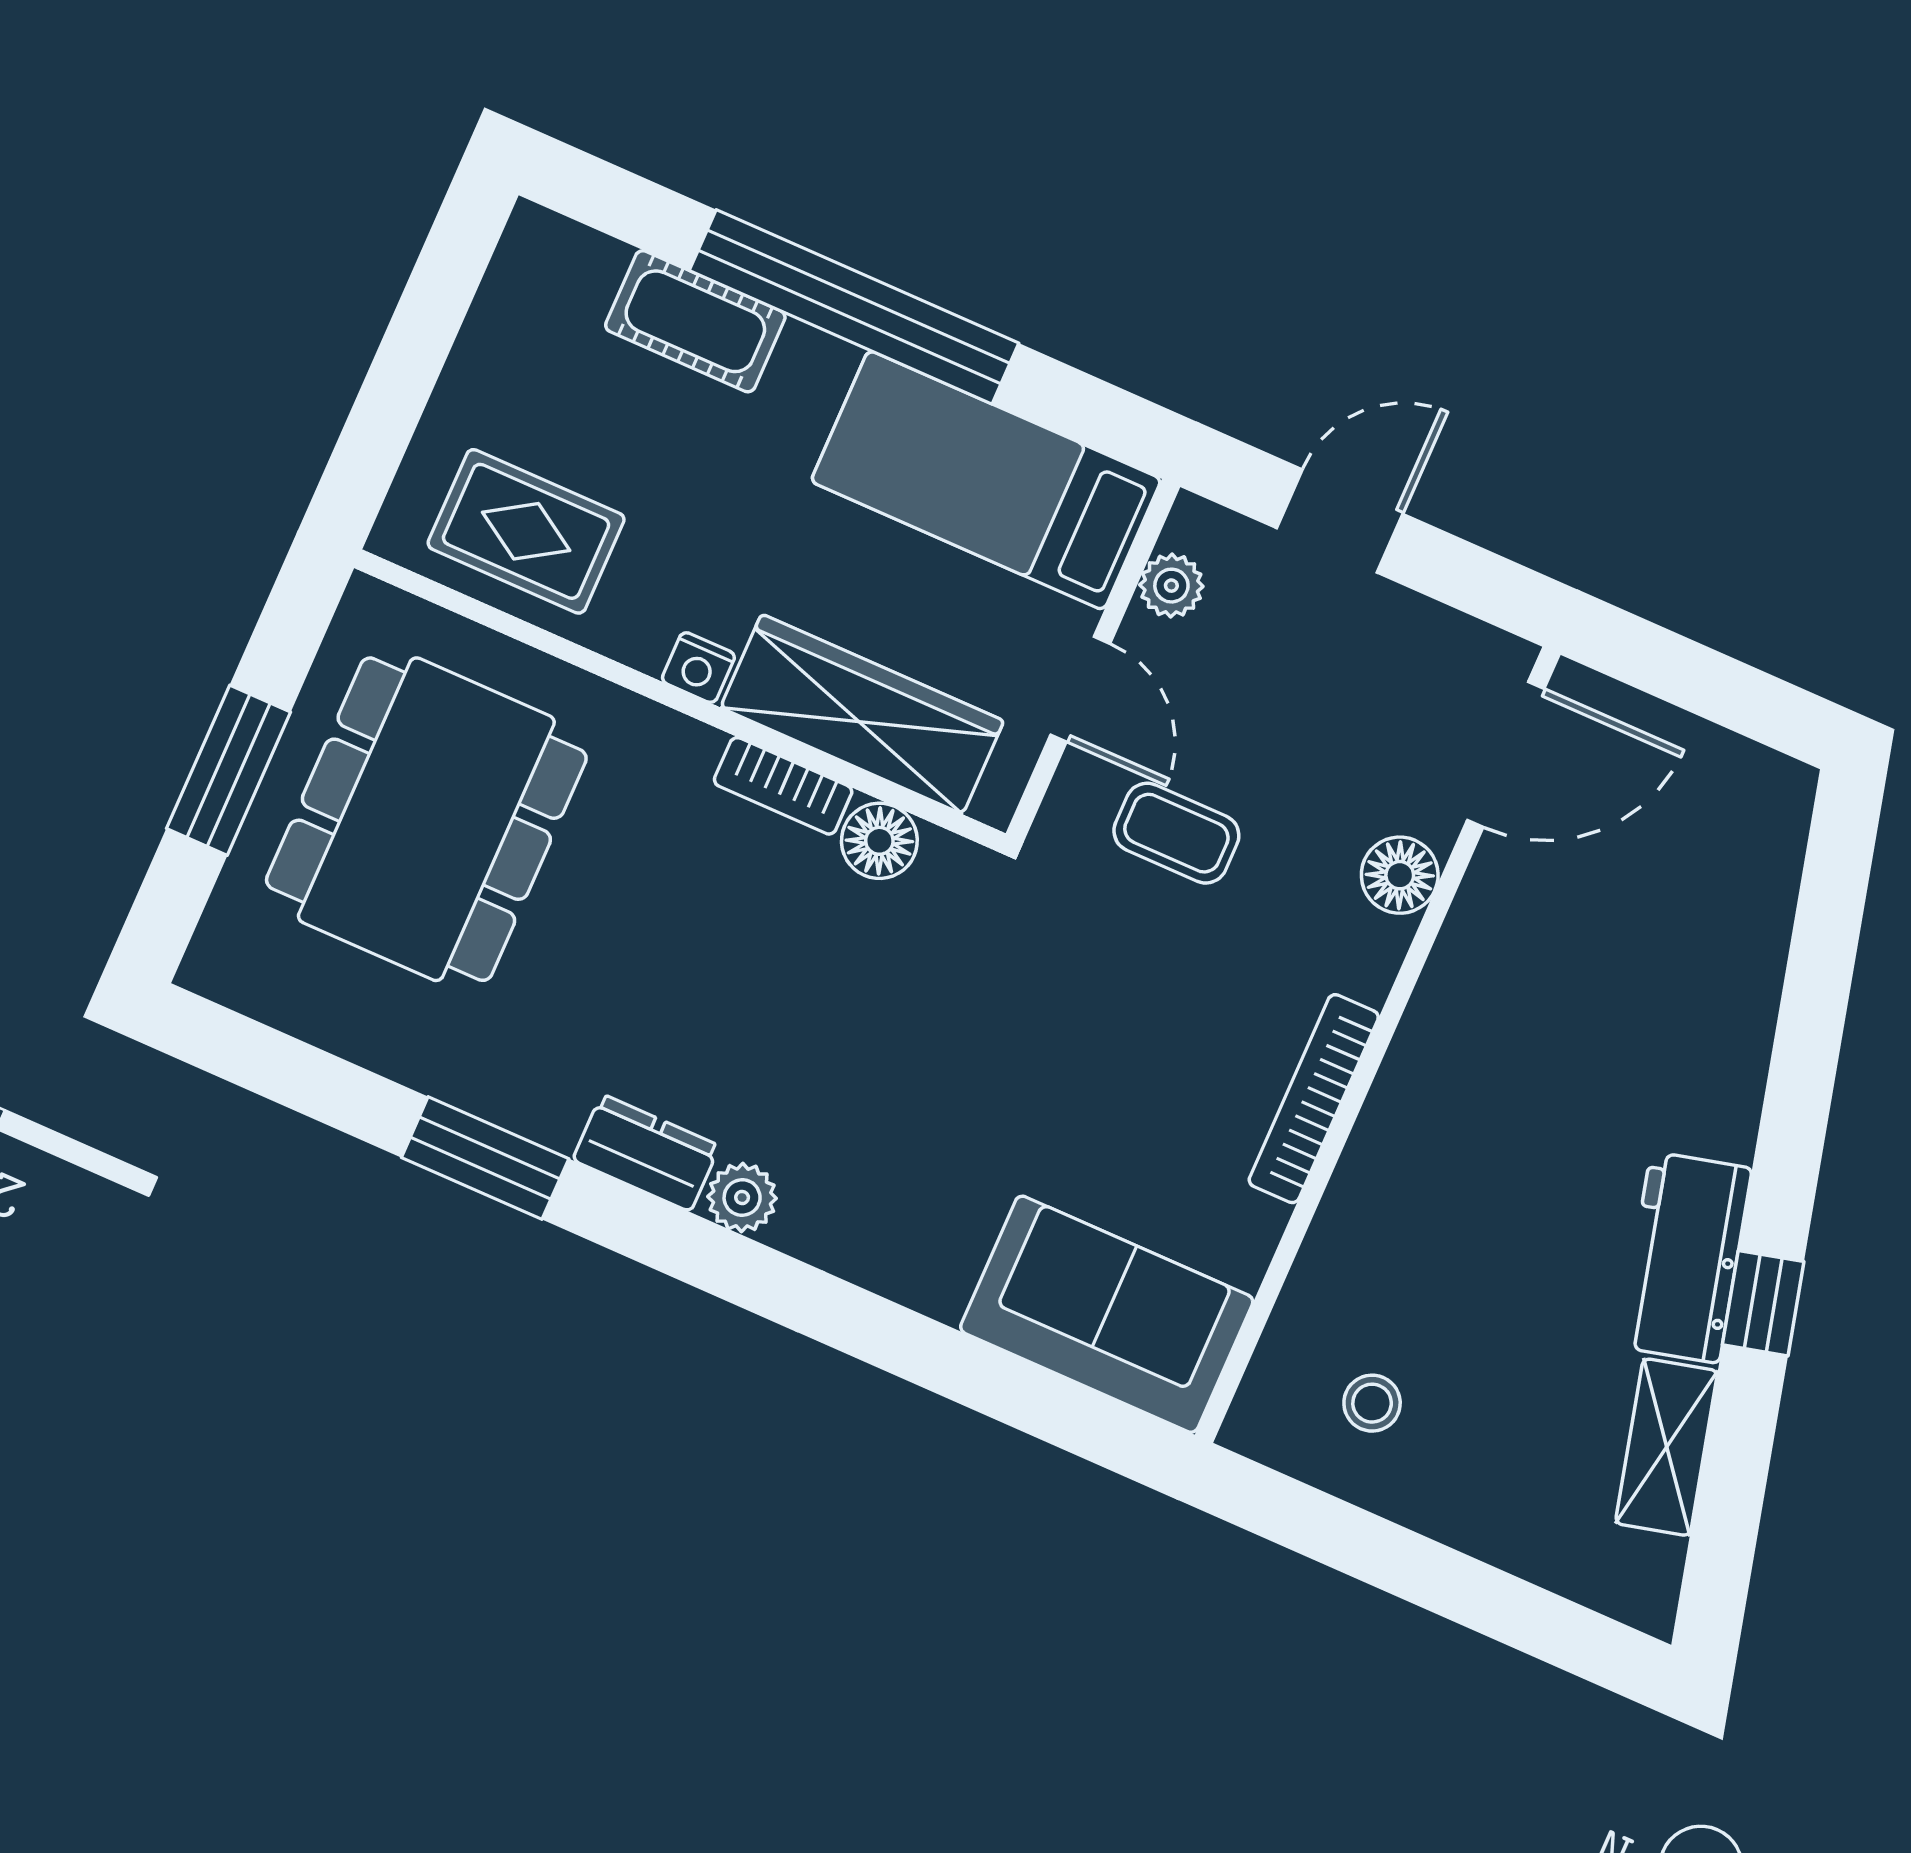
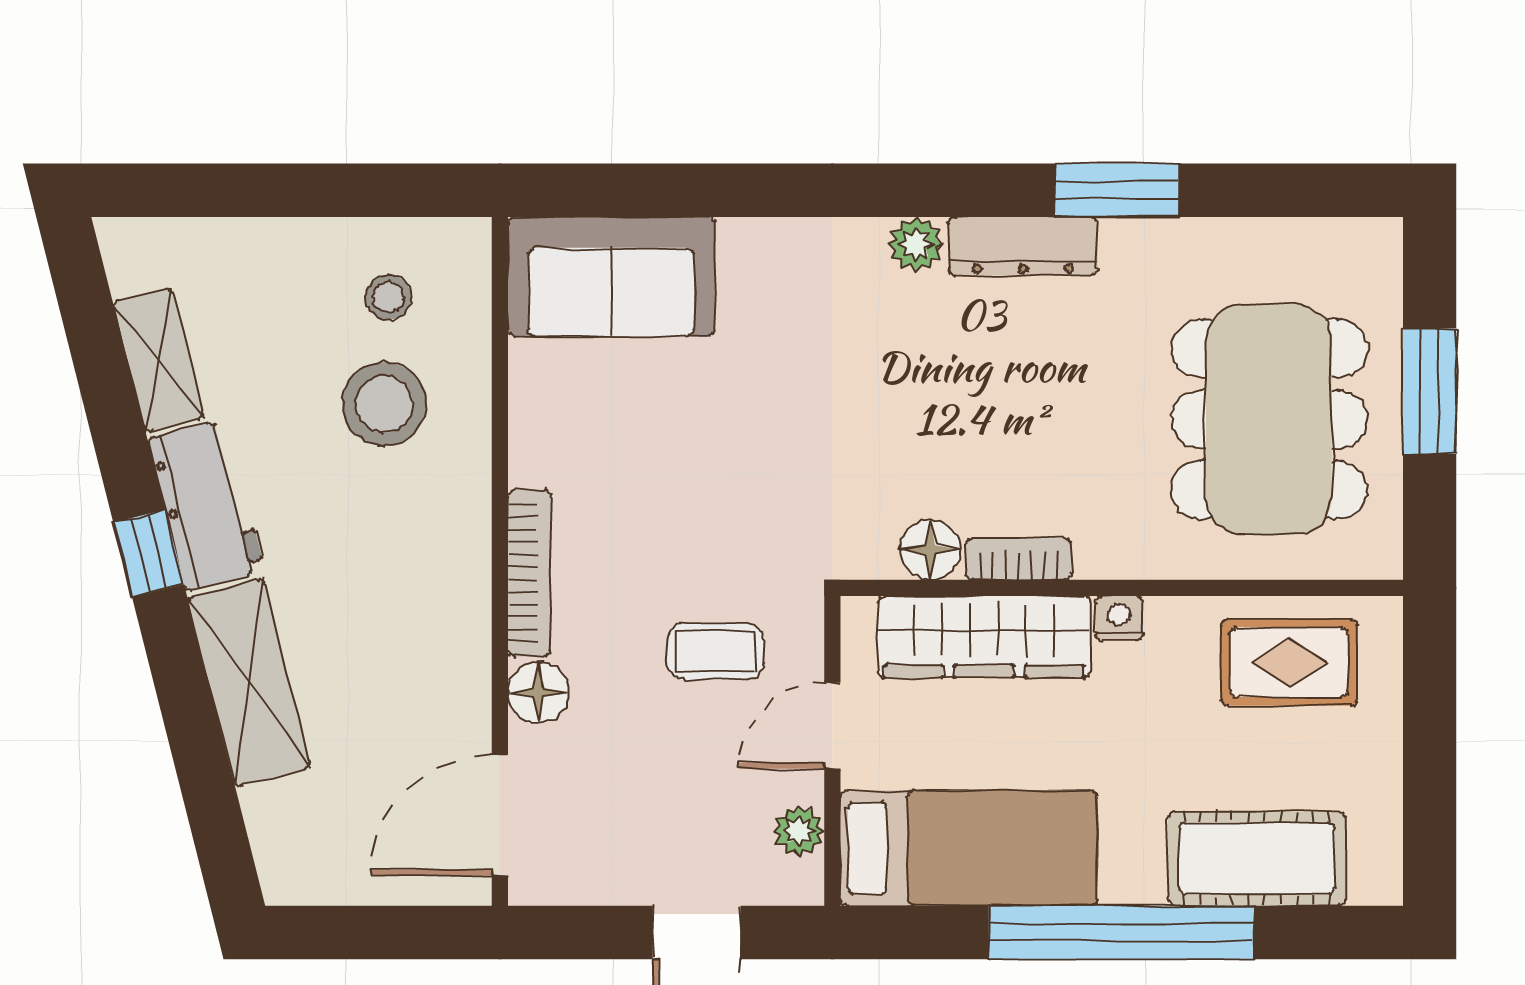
cot: (695, 321) -> (1257, 859), width x1.37, depth x1.34
door: (1080, 689) -> (832, 726), hinge flipped
shelving: (1726, 1033) -> (249, 682), added
bookcase: (1314, 1099) -> (529, 573), moved
dresser: (646, 1153) -> (1023, 246), width x1.44
stool: (1431, 1283) -> (384, 404), added
window: (1763, 1303) -> (149, 553), moved

